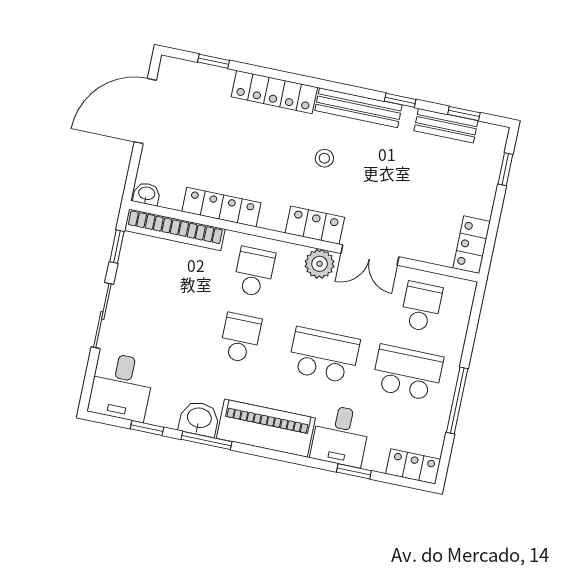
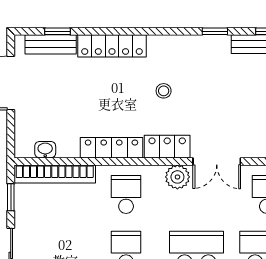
bench: (358, 108) -> (51, 44), moved, width x0.73
washbasin: (147, 194) -> (45, 150), moved
locker: (221, 207) -> (111, 148), moved

